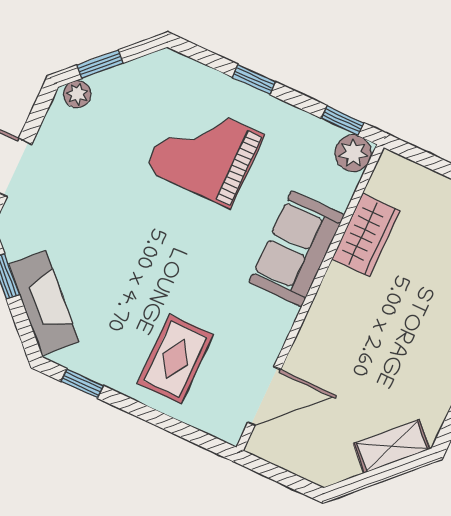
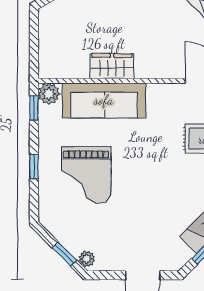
wardrobe: (366, 235) -> (112, 66), moved
sofa: (297, 249) -> (104, 100), width x1.36

